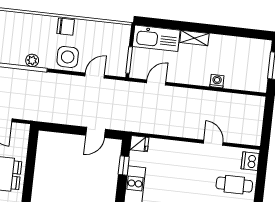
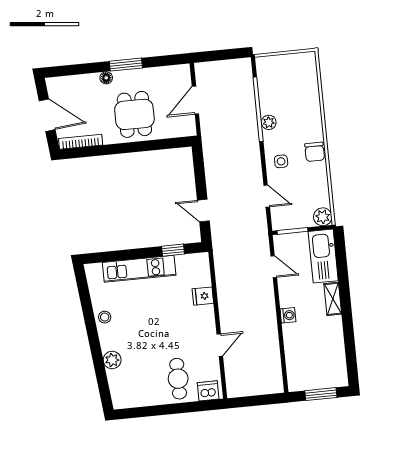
plant: (123, 32) -> (323, 217), added
side table: (68, 57) -> (281, 161), width x0.54, depth x0.54
washing machine: (217, 81) -> (288, 315), moved
fridge: (139, 144) -> (203, 296), moved, turned 90

